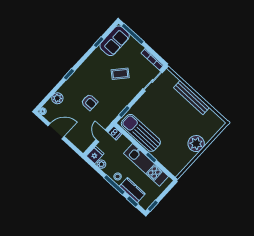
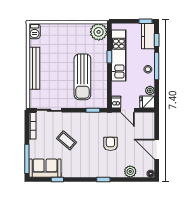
barbecue: (217, 122) -> (35, 31), added
sun lounger: (141, 133) -> (82, 77), moved
door: (102, 136) -> (128, 110), hinge flipped
plant: (196, 144) -> (99, 32), moved
kitchen counter: (132, 190) -> (148, 36), moved

